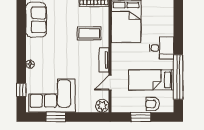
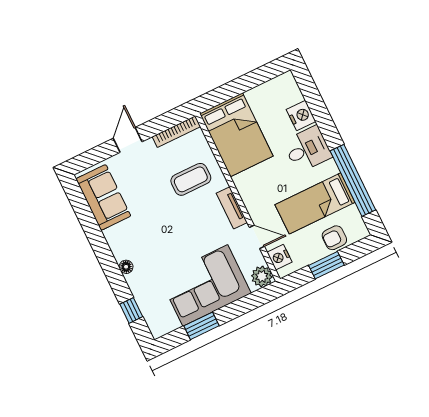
nightstand: (167, 28) -> (301, 116), added
door: (110, 83) -> (257, 237), swing flipped
corner sofa: (52, 96) -> (205, 285), moved
nightstand: (117, 100) -> (279, 257), added

